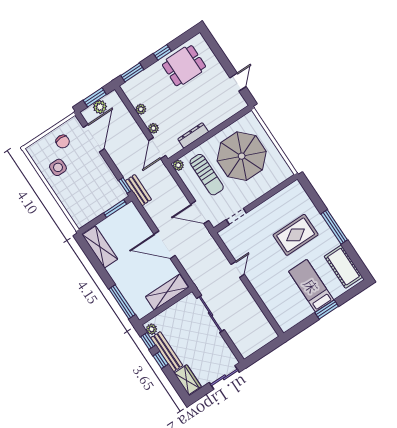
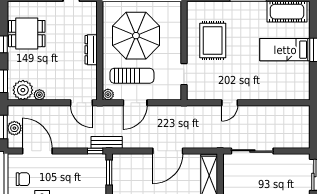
dining table: (184, 66) -> (27, 34), turned 90
plant: (153, 128) -> (23, 90), moved, width x1.88, depth x1.88
dresser: (193, 135) -> (91, 50), moved
door: (200, 212) -> (135, 103), moved
rug: (296, 235) -> (213, 40), moved
door: (238, 269) -> (230, 103), swing flipped

